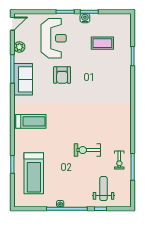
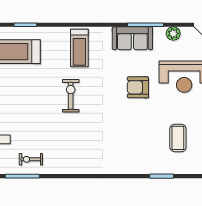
exercise bike: (87, 150) -> (71, 96), moved

